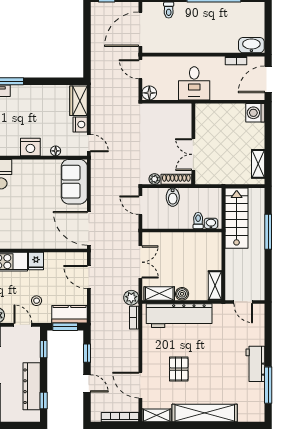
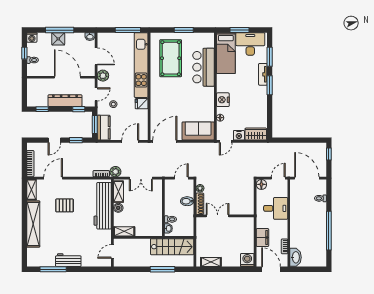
desk: (194, 83) -> (276, 208), moved, turned 180
filing cabinet: (224, 91) -> (262, 238), added
dresser: (32, 386) -> (65, 101), moved

